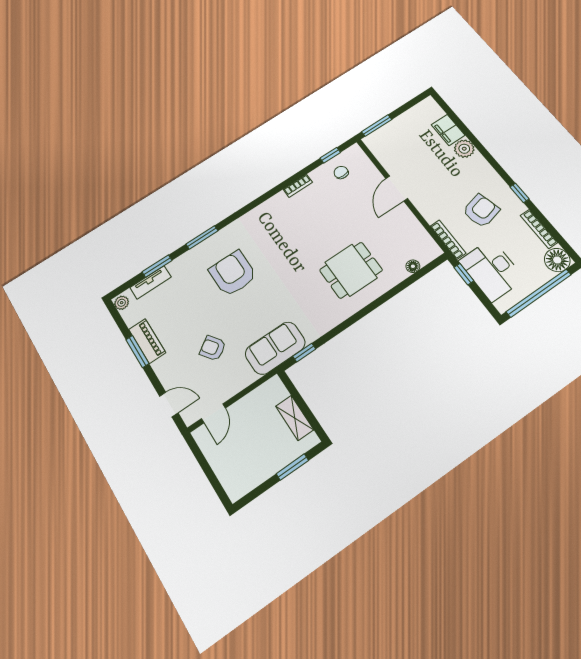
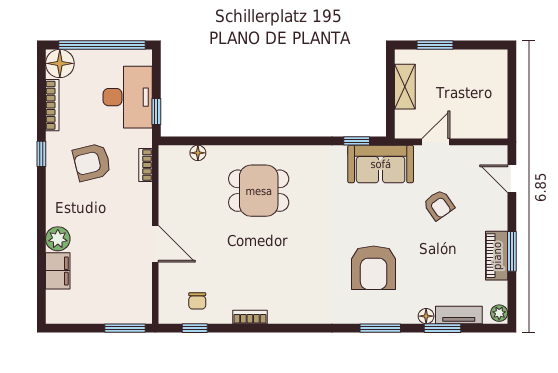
door: (397, 189) -> (155, 244), hinge flipped
bookcase: (448, 240) -> (145, 165), width x0.64
floor lamp: (174, 266) -> (426, 316), added
door: (213, 413) -> (436, 142), moved

